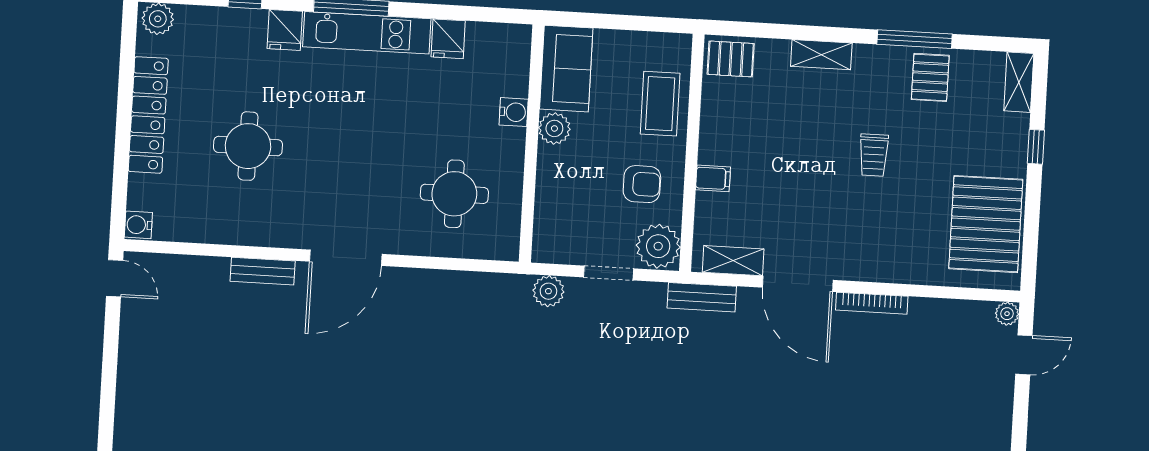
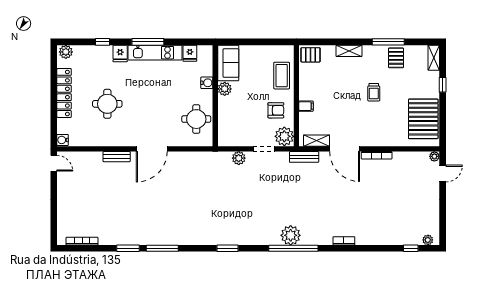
sofa: (566, 69) -> (228, 63), moved
water cooler: (514, 112) -> (207, 83), moved
plant: (554, 128) -> (225, 89), moved
wall: (532, 143) -> (215, 96), moved

